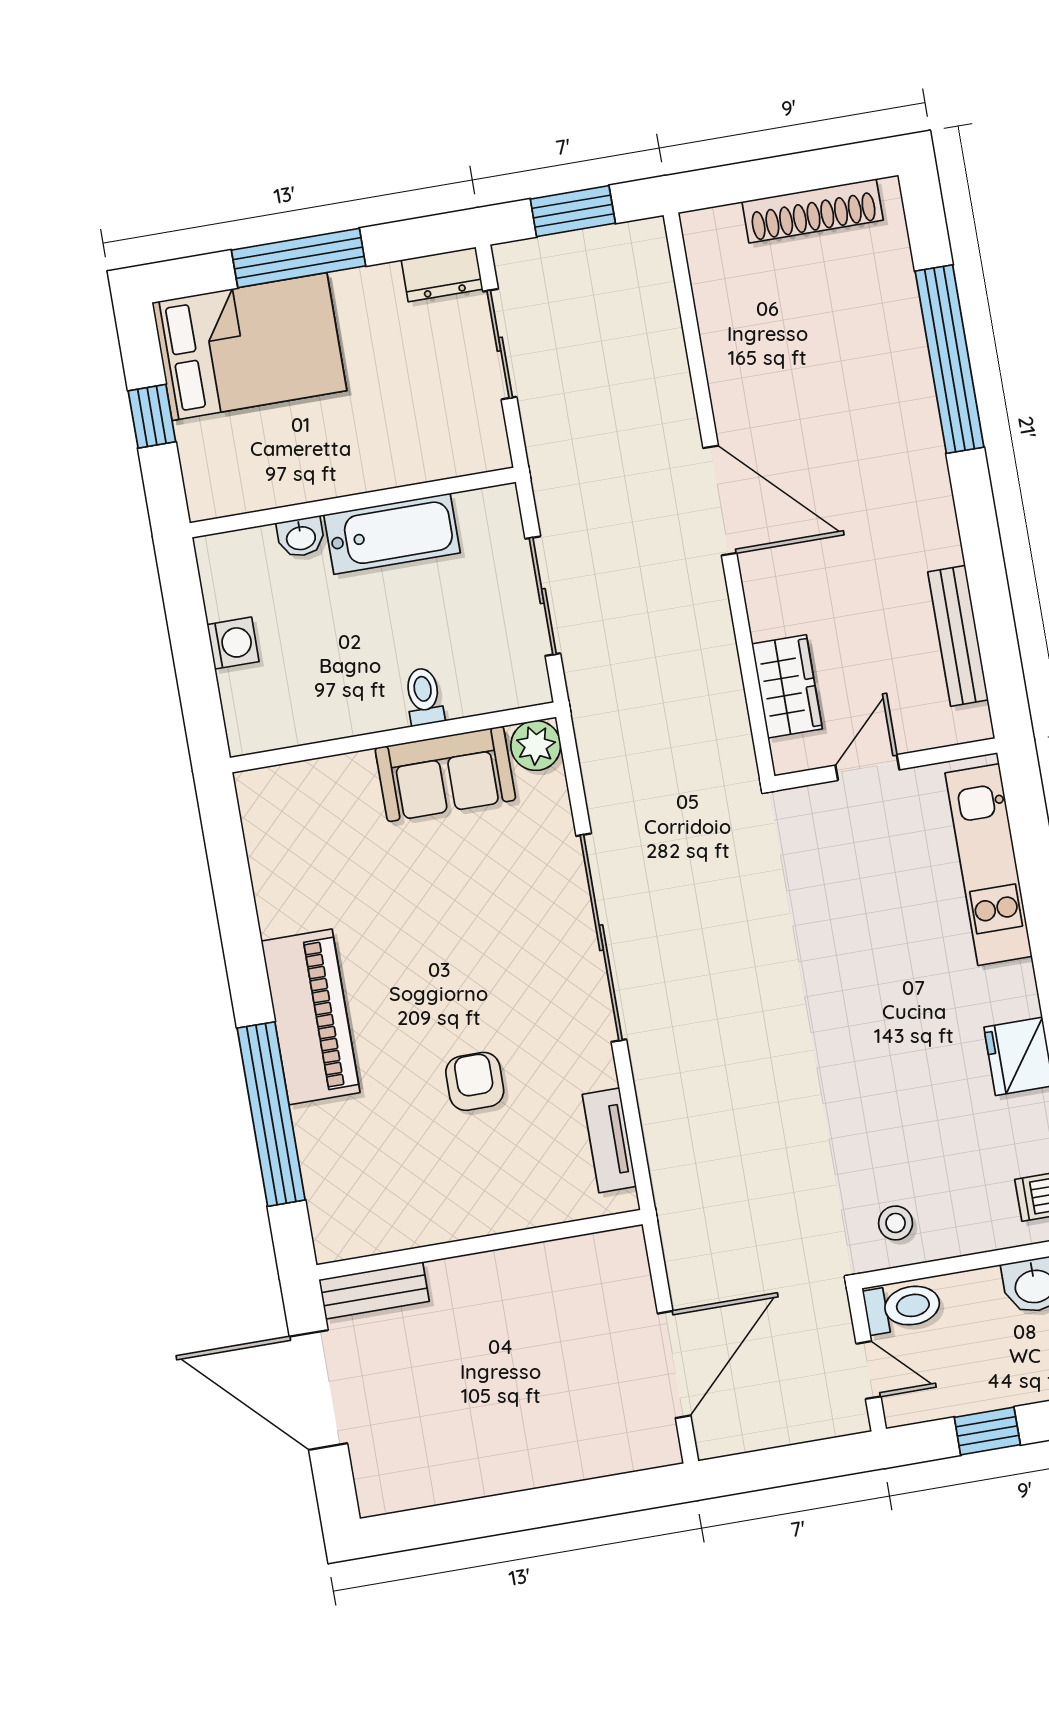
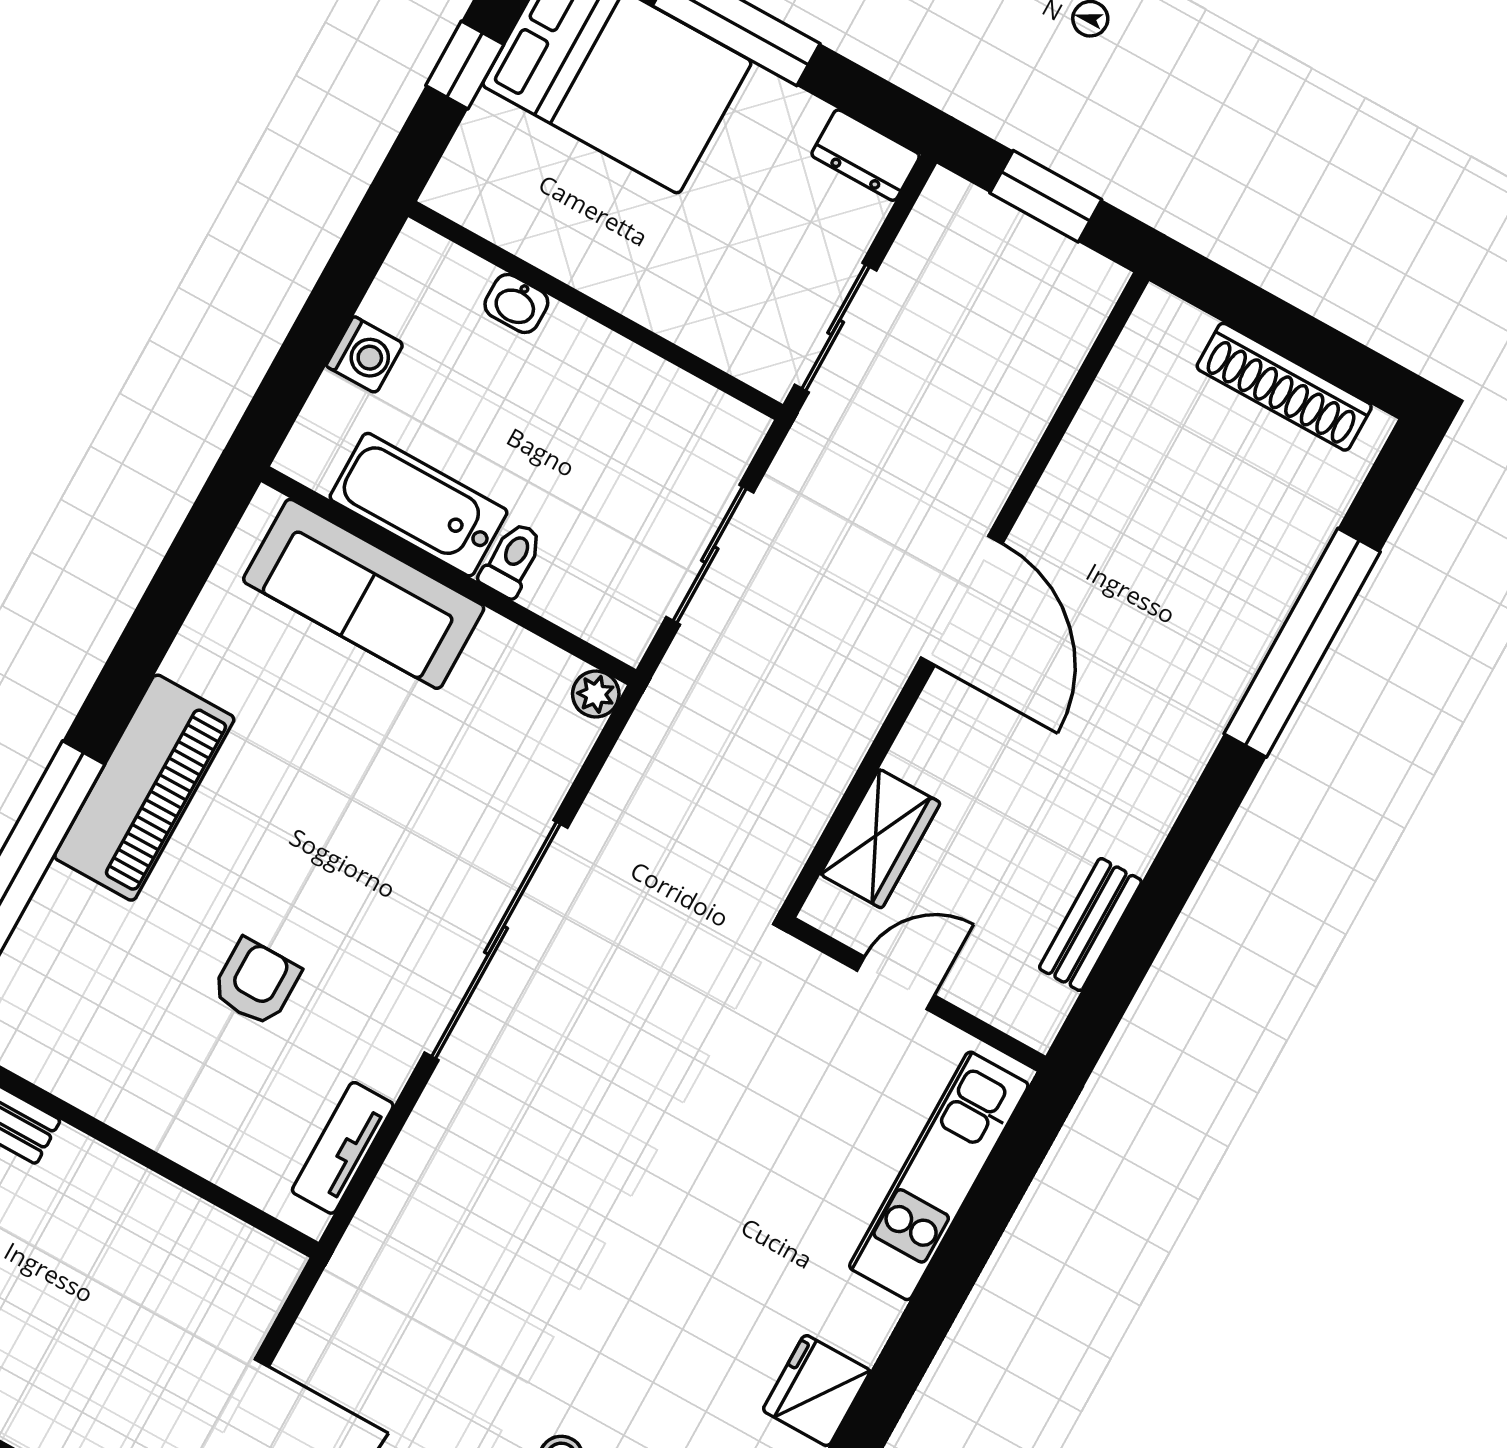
sliding door: (500, 344) -> (836, 328), moved
bathtub: (392, 534) -> (418, 505), moved, turned 180
bench: (958, 636) -> (1090, 925), width x0.73
plant: (536, 746) -> (596, 694), width x0.73, depth x0.73
sofa: (445, 774) -> (364, 594), moved, width x1.36

